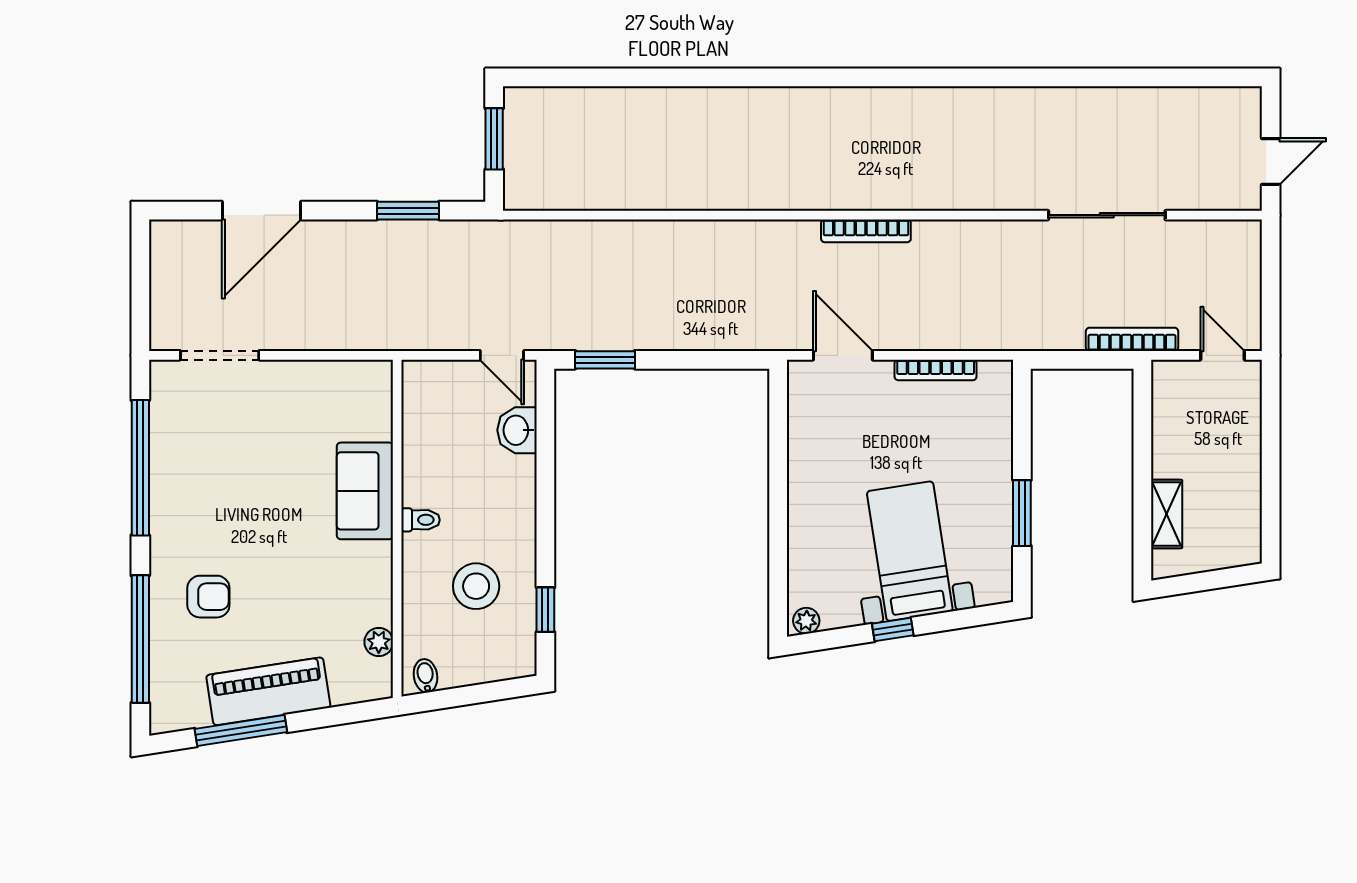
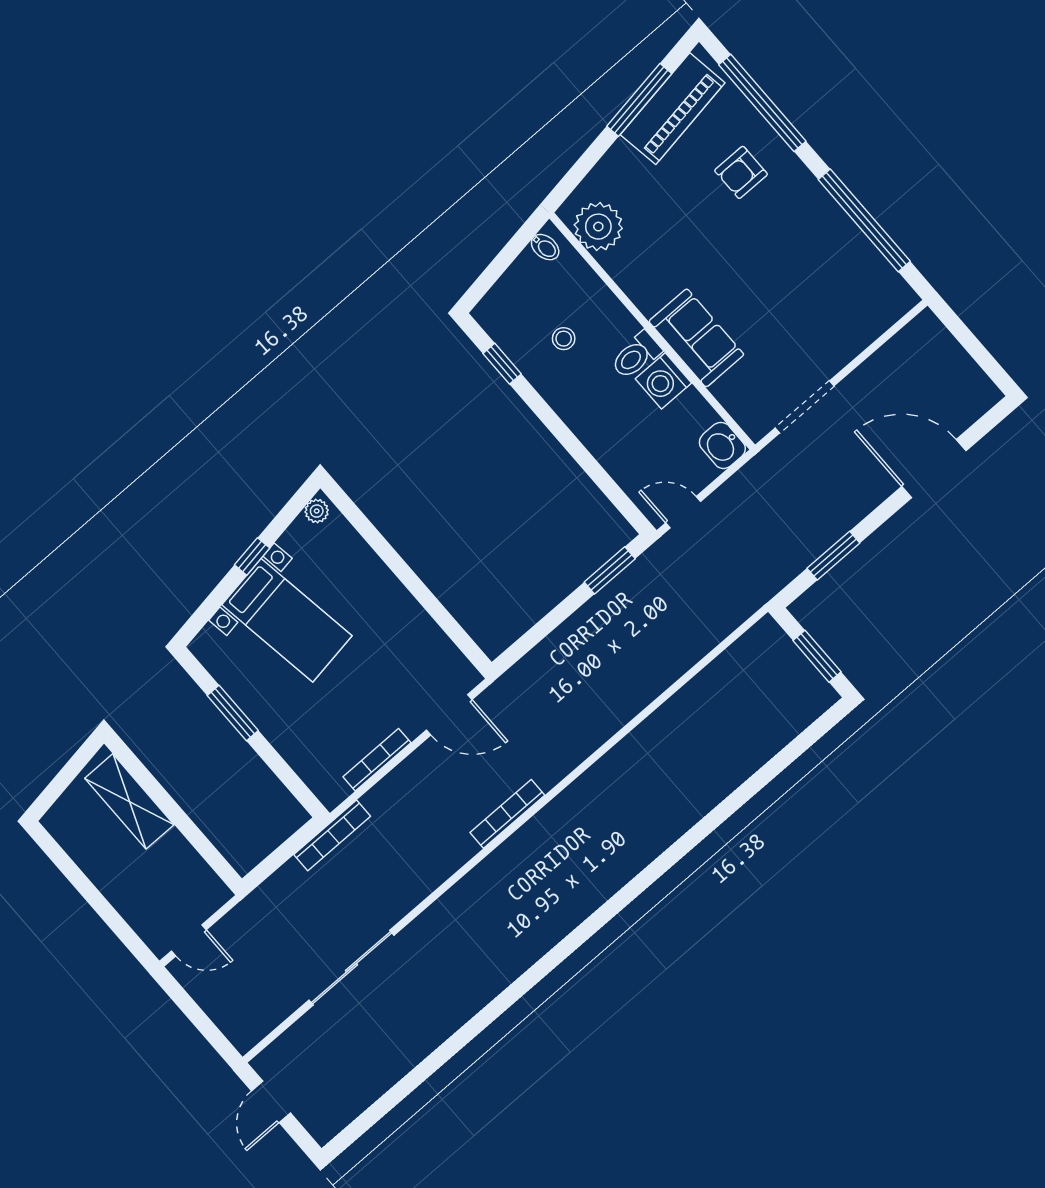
door: (261, 211) -> (934, 469), hinge flipped
bookcase: (1132, 339) -> (332, 835), moved
doorway: (220, 355) -> (805, 407), moved
washbasin: (517, 430) -> (722, 445), moved, turned 180
washing machine: (423, 479) -> (663, 381), added
shelving: (1167, 514) -> (129, 801), width x1.50, depth x1.33
toilet: (421, 520) -> (636, 355), width x1.37, depth x1.39
stool: (476, 586) -> (564, 339), width x0.53, depth x0.53
plant: (379, 642) -> (598, 227), width x1.88, depth x1.88
piano: (268, 691) -> (673, 109), moved

